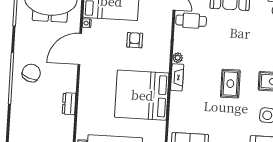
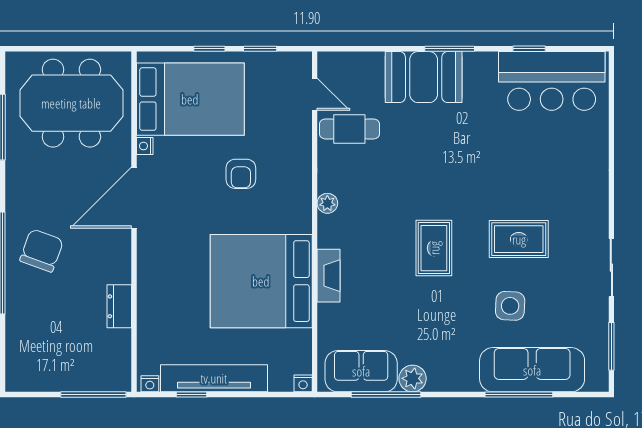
armchair: (135, 40) -> (241, 174), turned 180
fireplace: (177, 77) -> (329, 276), moved

